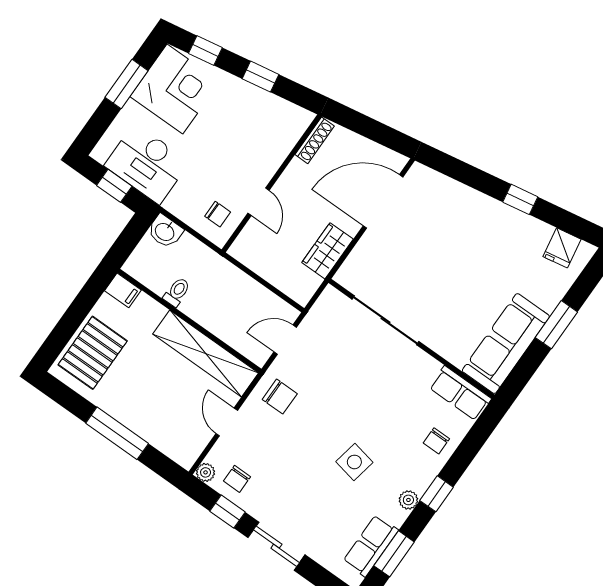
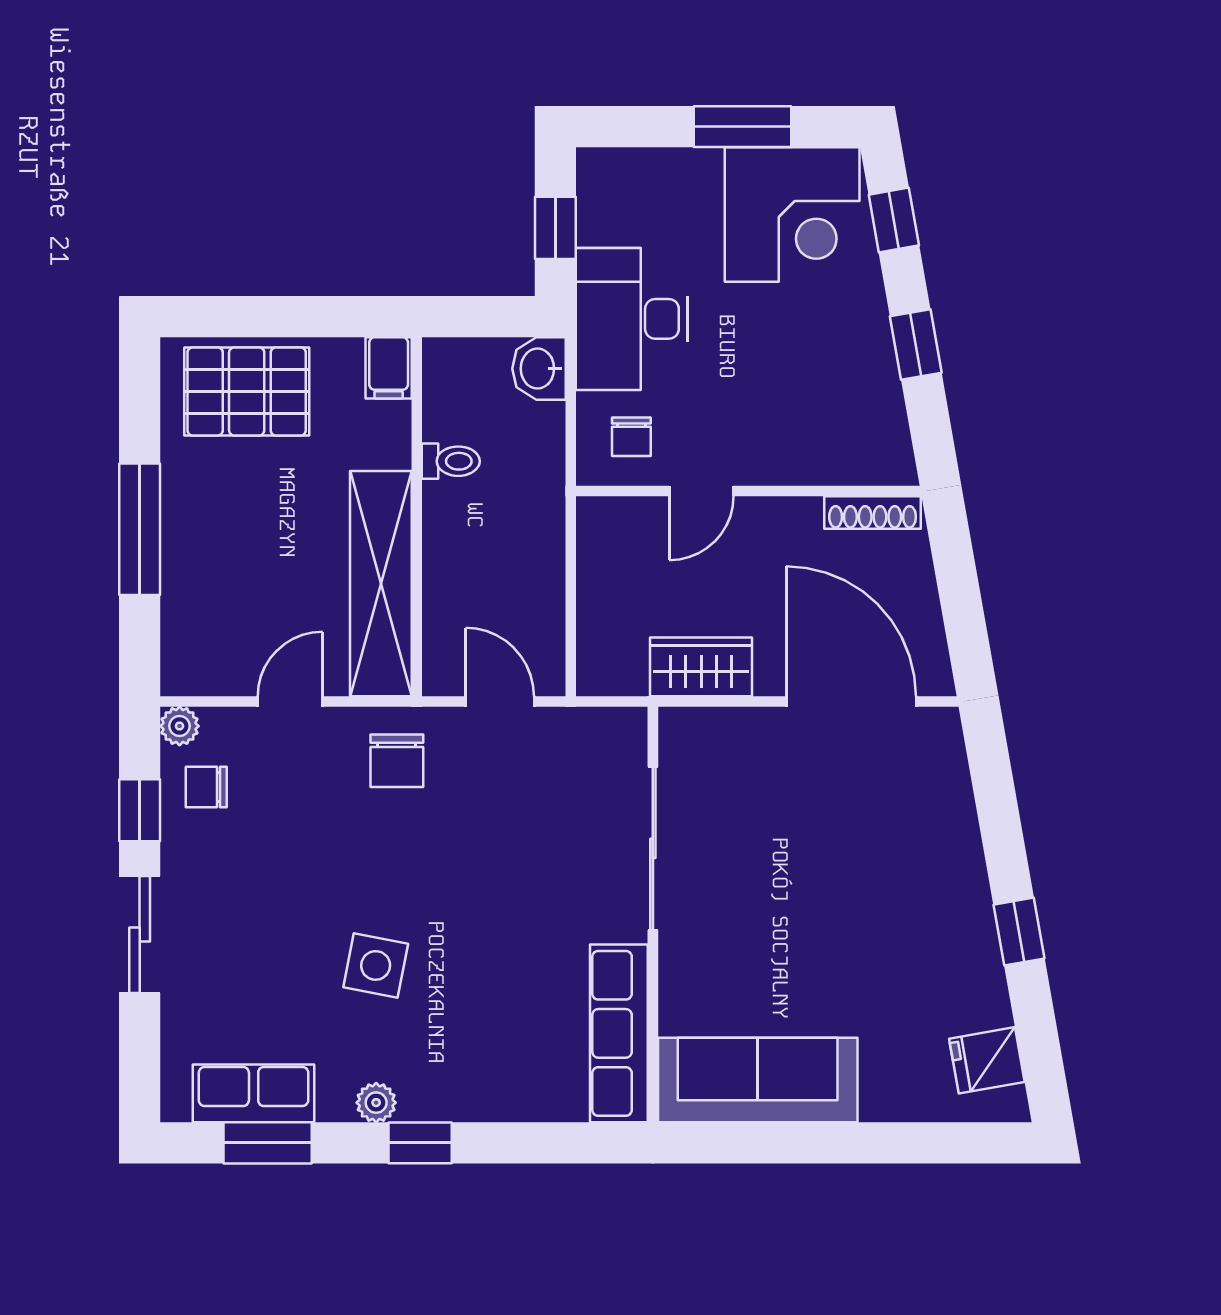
desk: (147, 164) -> (632, 319), moved
window: (556, 325) -> (850, 1143), removed
row of seats: (460, 393) -> (619, 1033), width x1.48
chair: (436, 441) -> (510, 1079), removed

